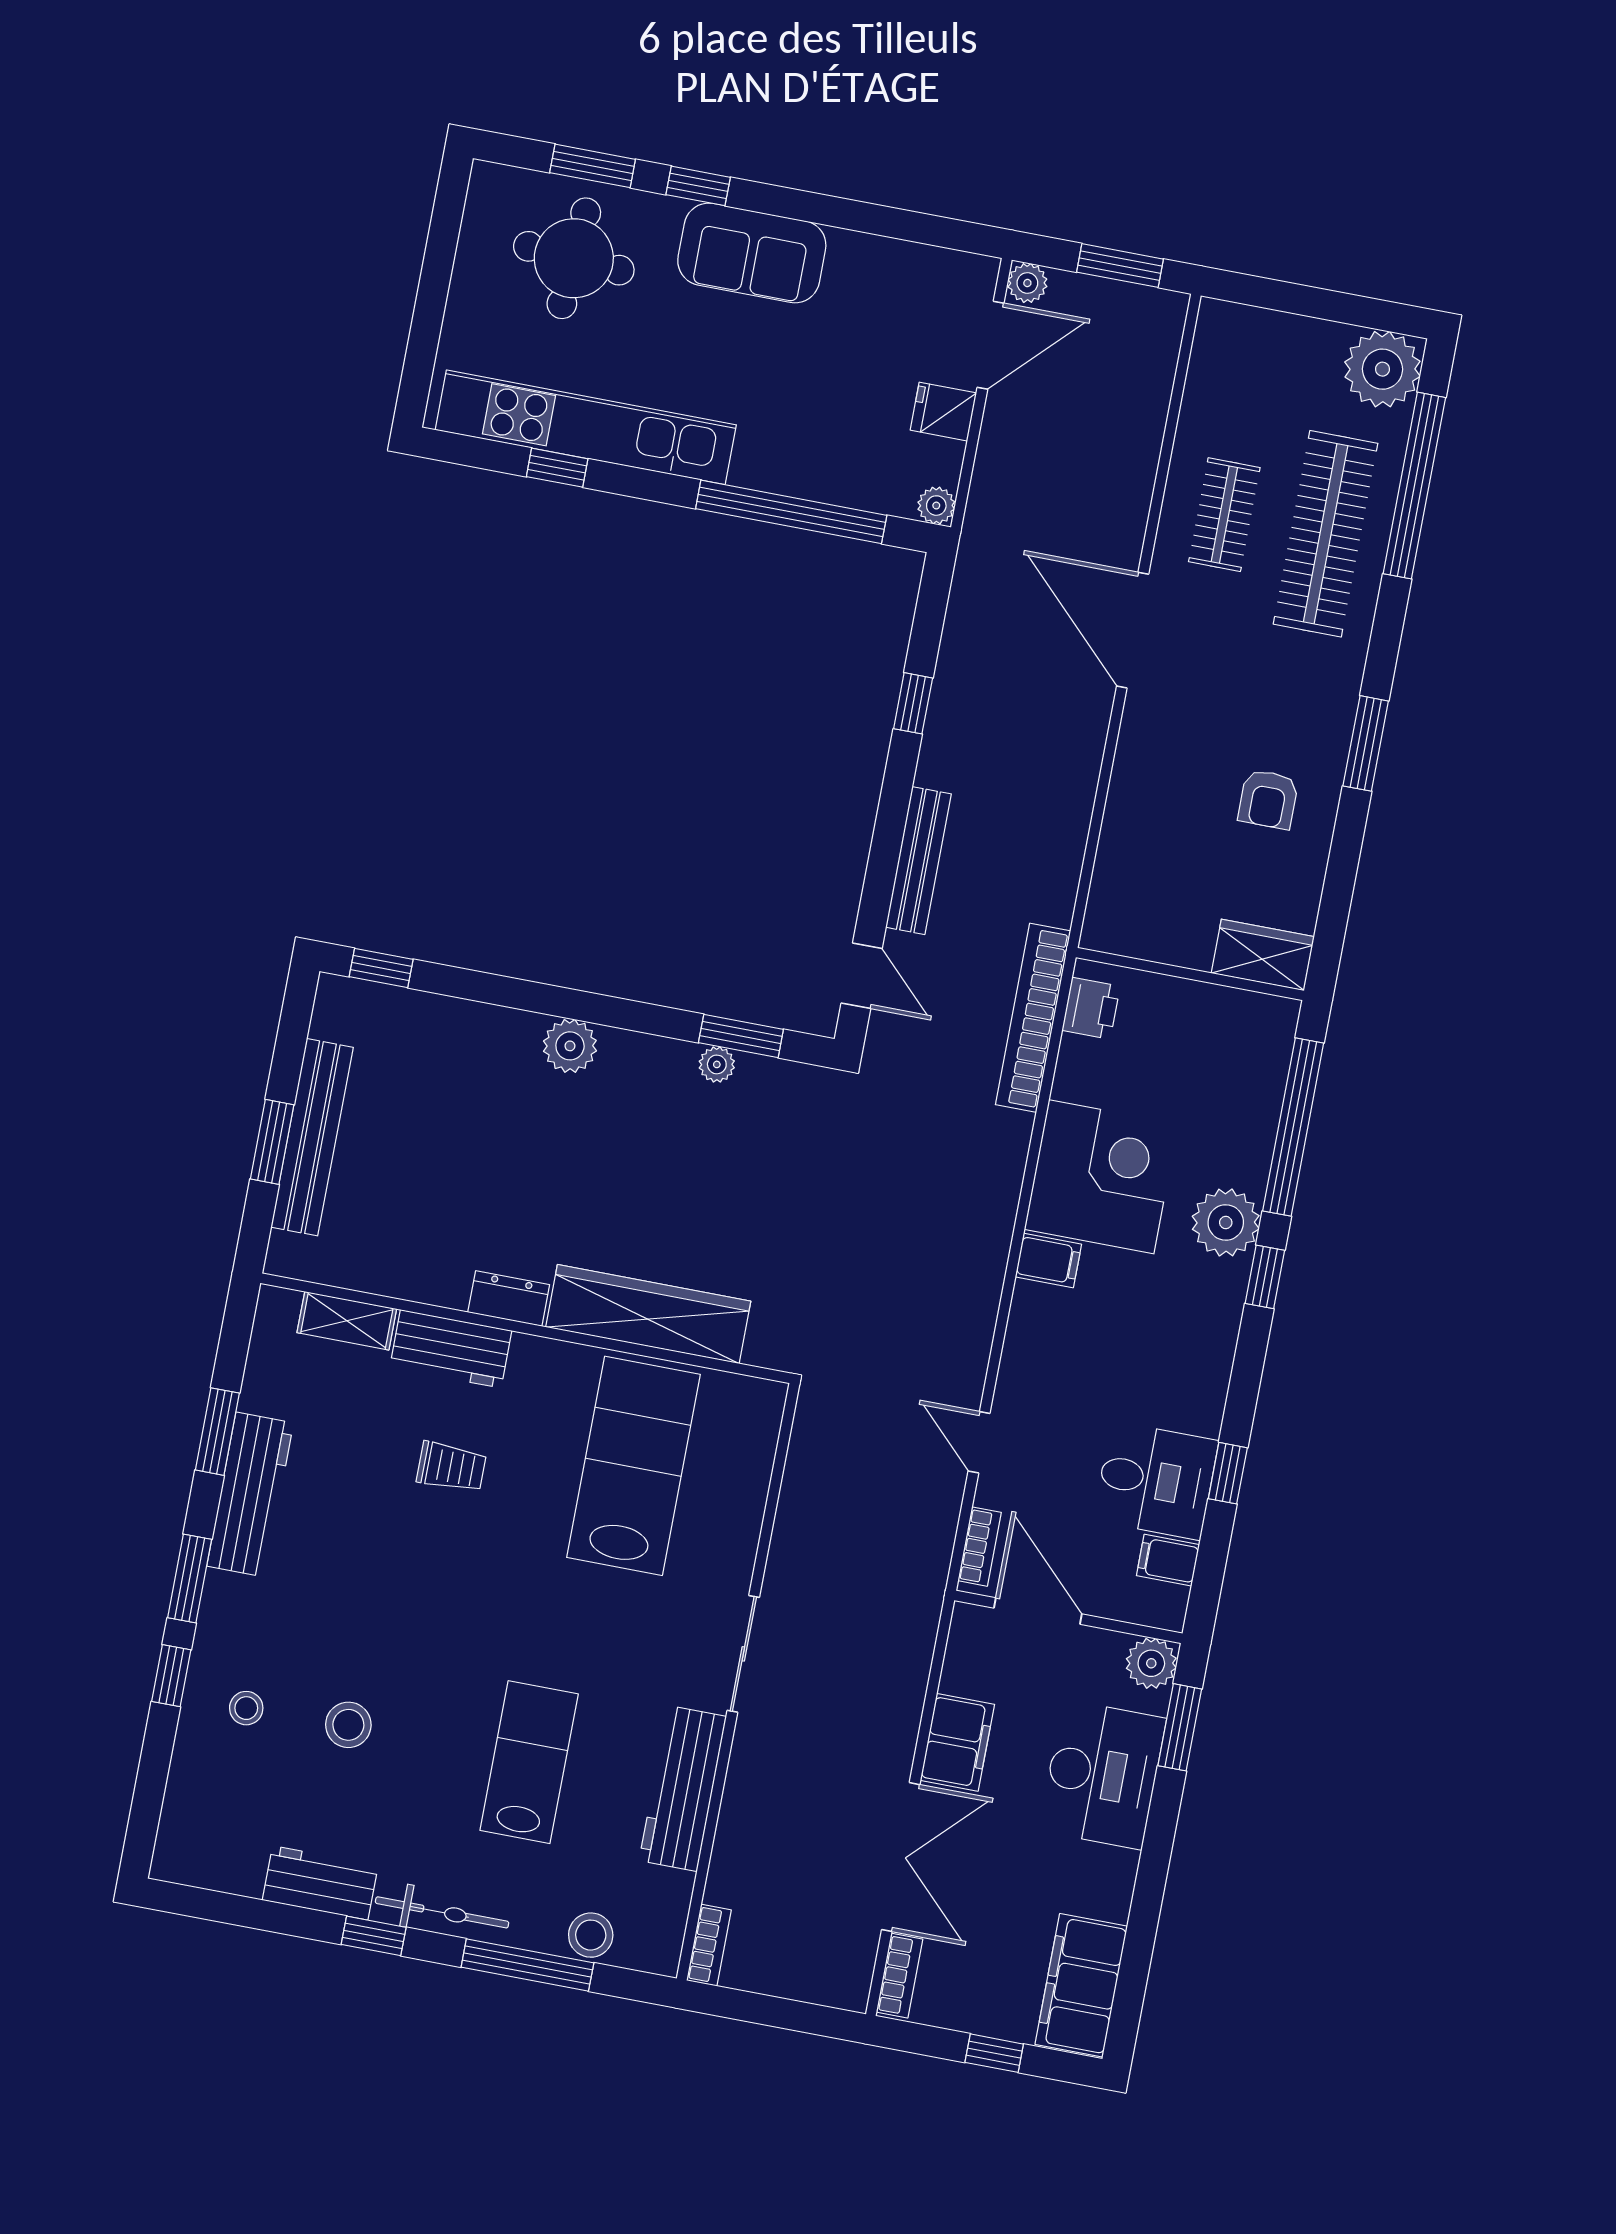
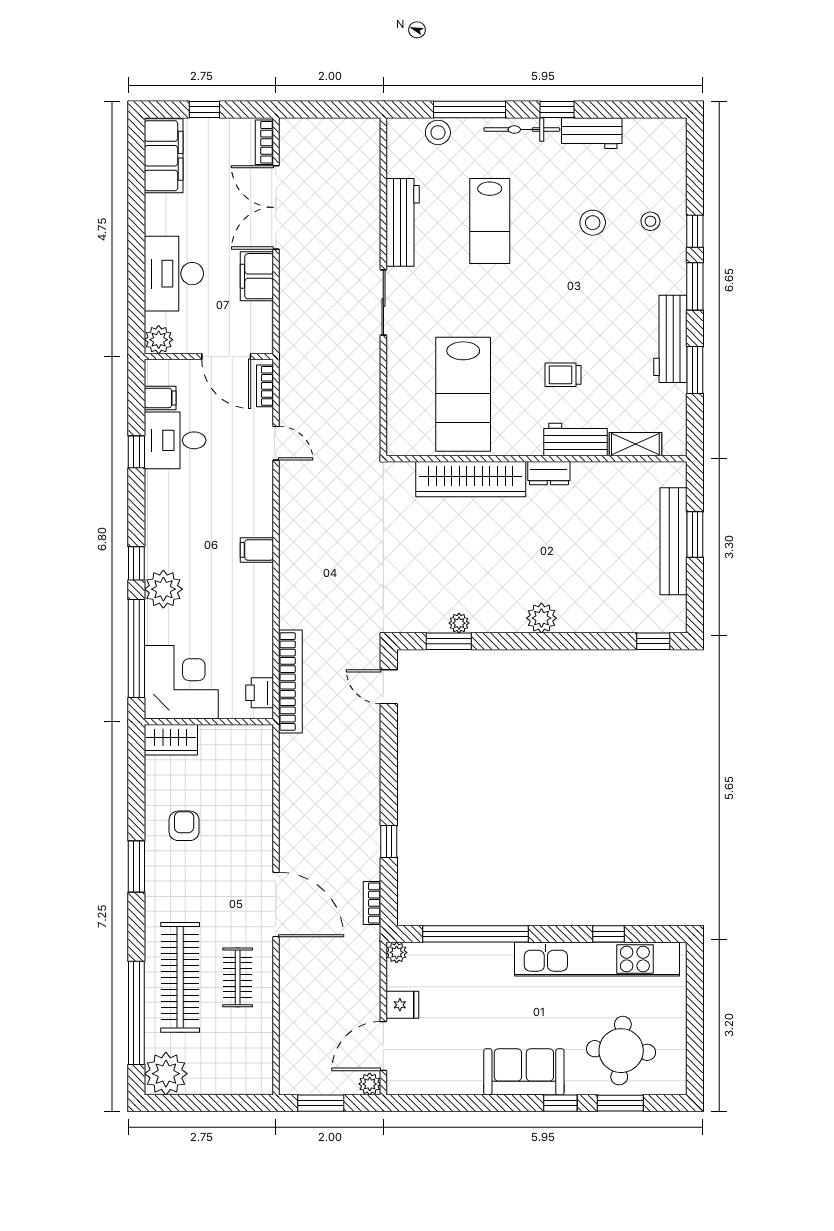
bench: (918, 861) -> (370, 756), removed
corner desk: (1101, 1177) -> (181, 682), moved, turned 180
window: (1180, 1727) -> (136, 307), removed
bookcase: (709, 1945) -> (372, 903), moved

